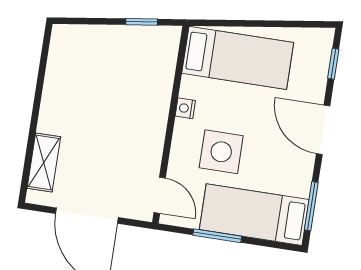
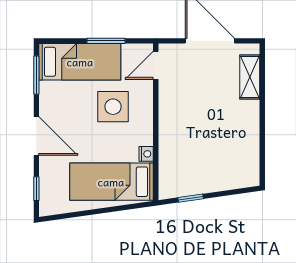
nightstand: (185, 108) -> (146, 154), moved
door: (160, 195) -> (156, 65), hinge flipped

